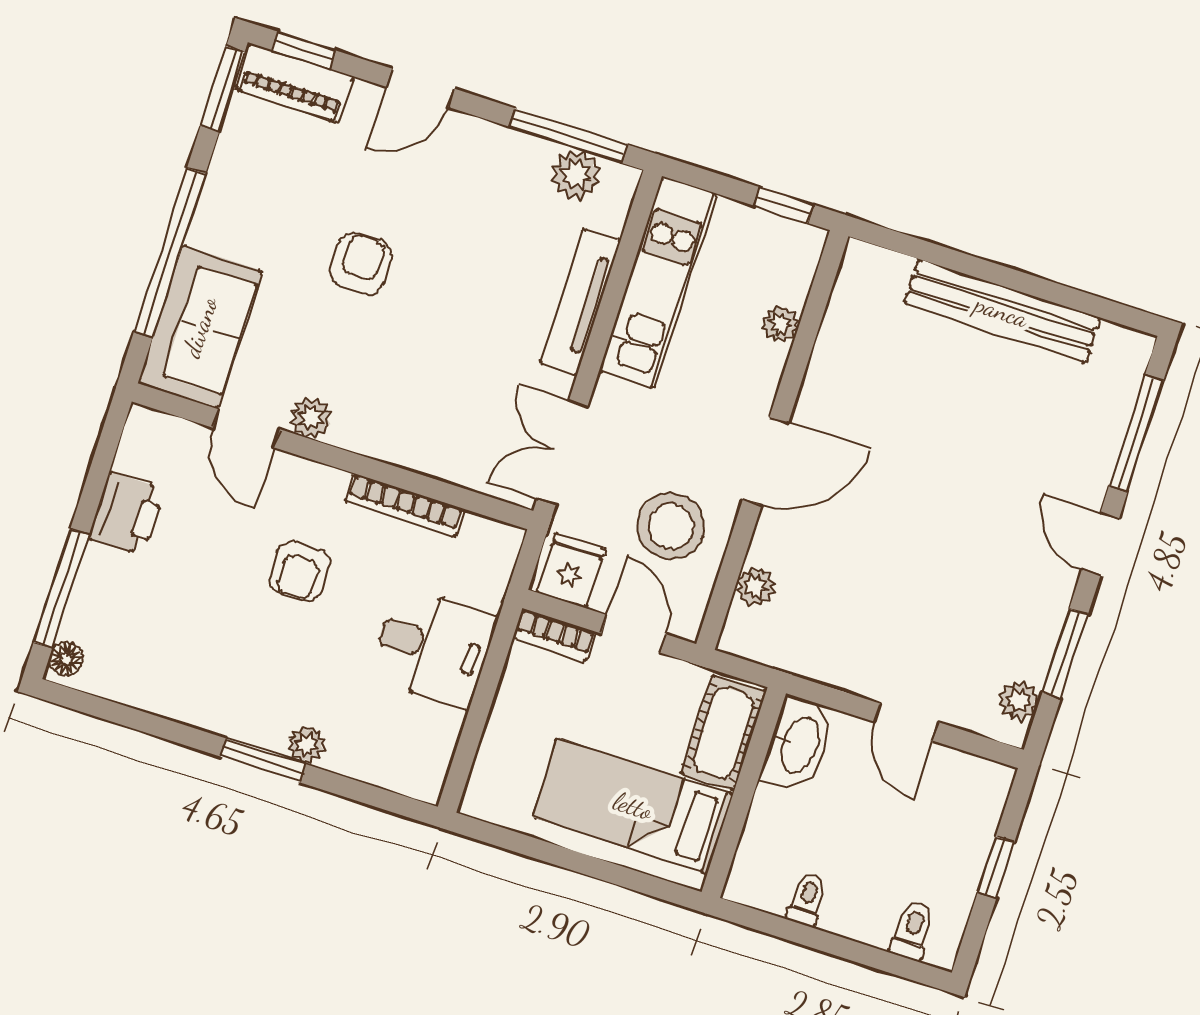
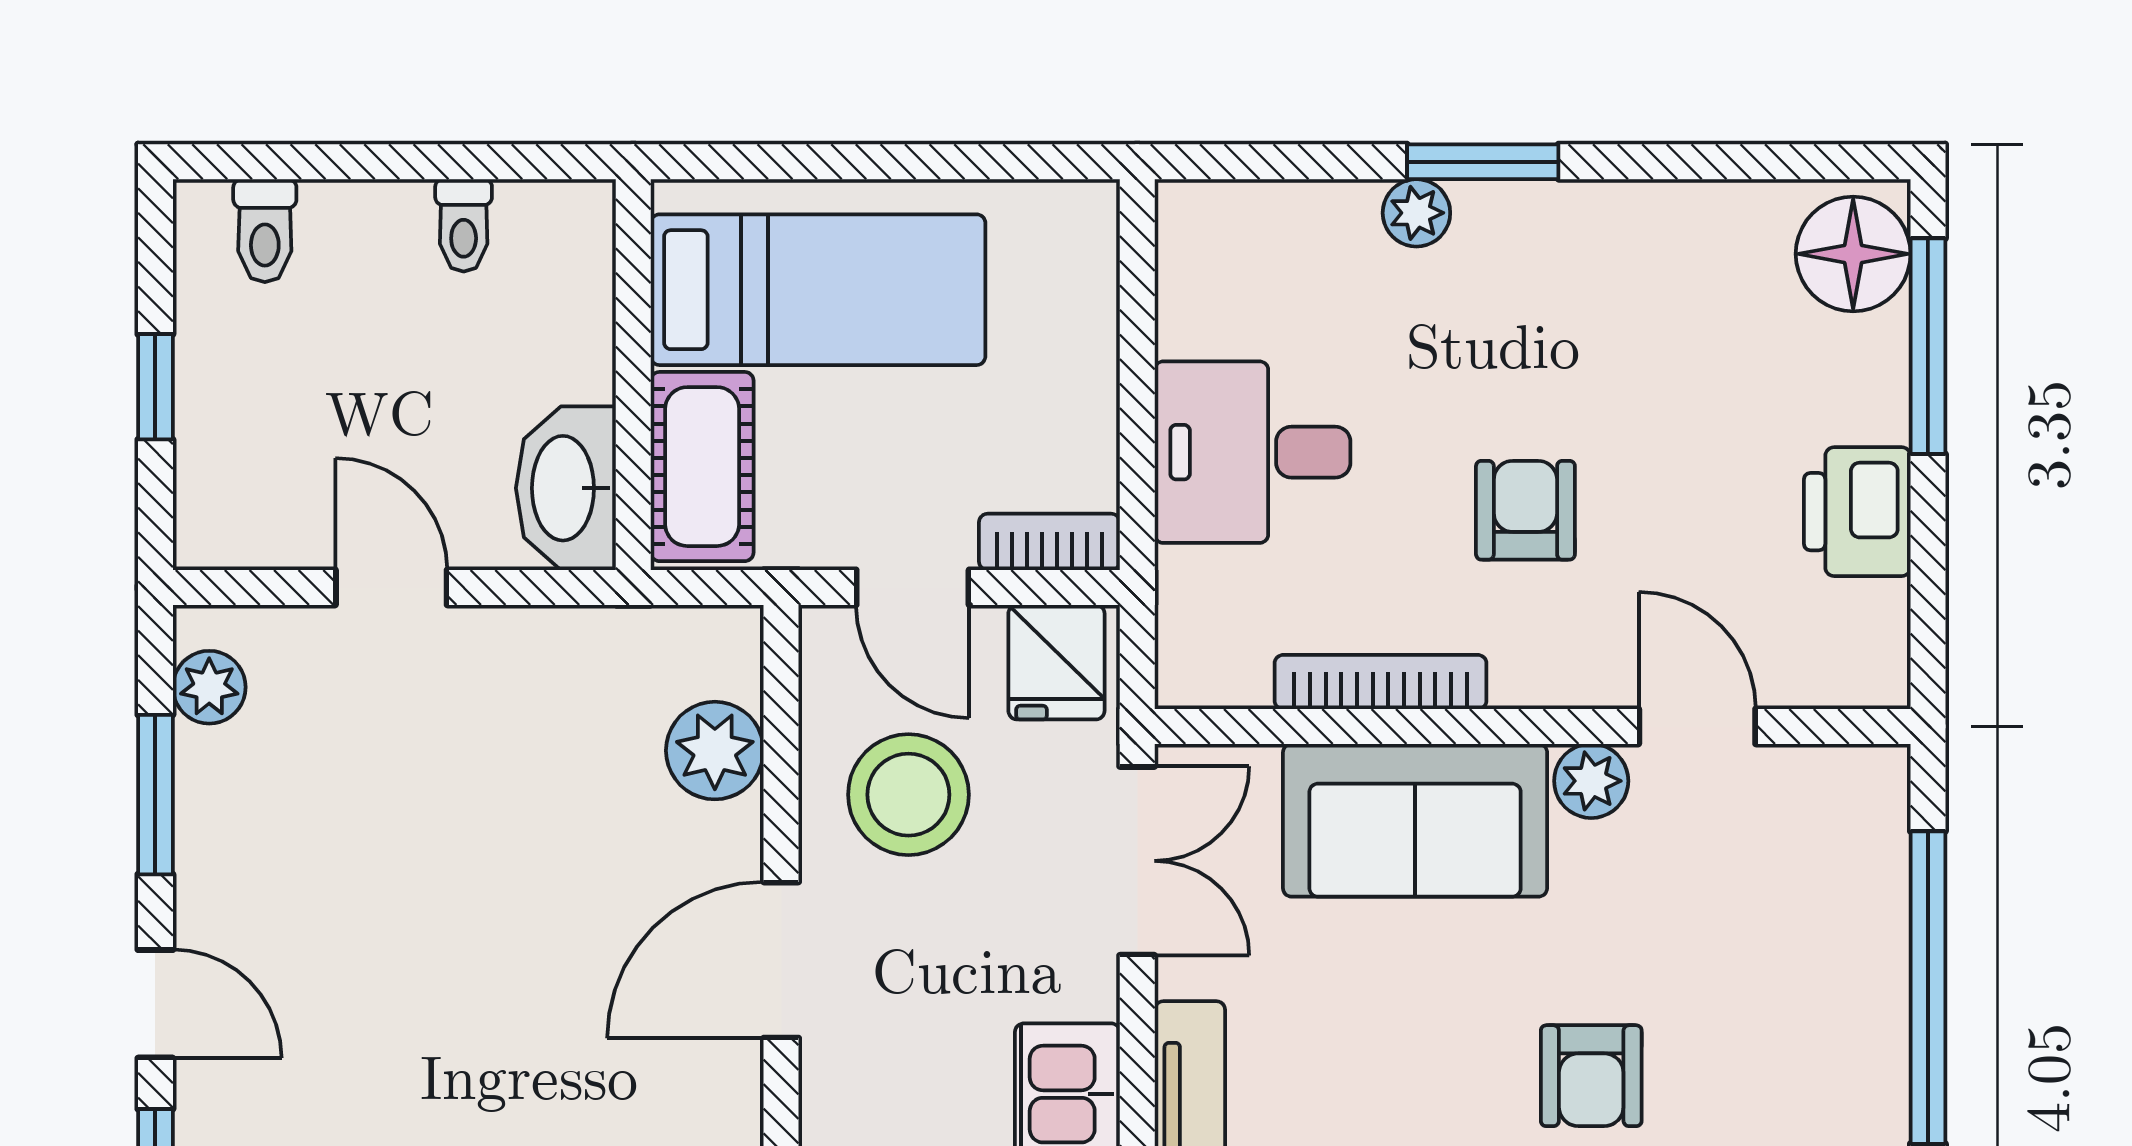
sofa: (200, 327) -> (1415, 820), moved, turned -90
plant: (756, 587) -> (715, 751), width x1.38, depth x1.38
floor lamp: (66, 659) -> (1853, 254), width x1.89, depth x1.89

